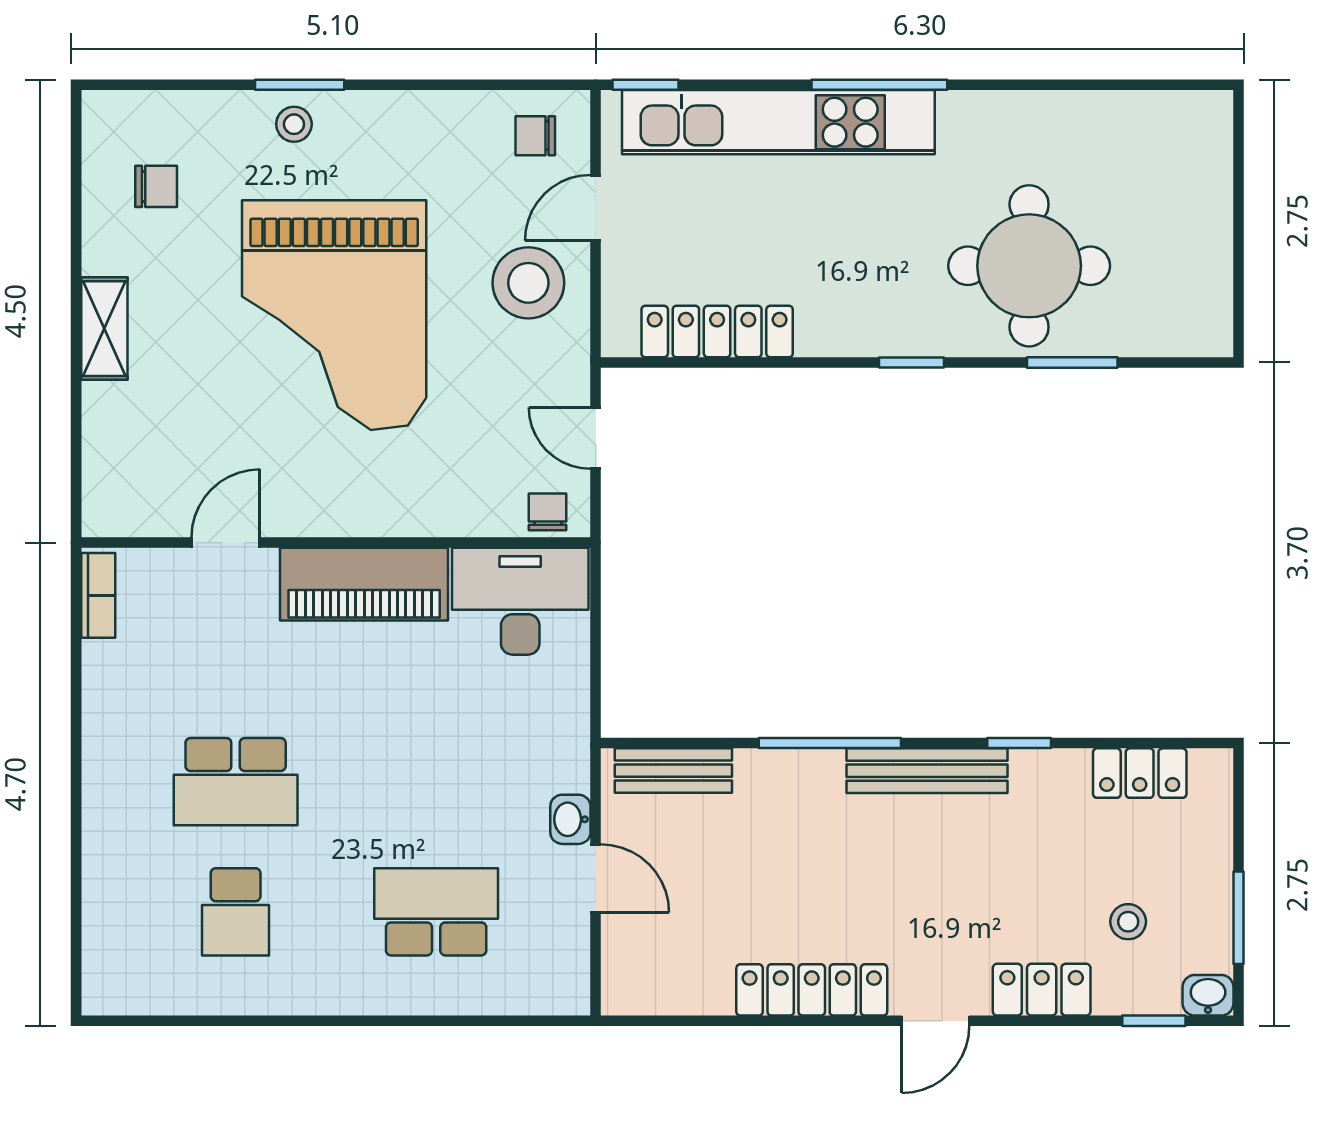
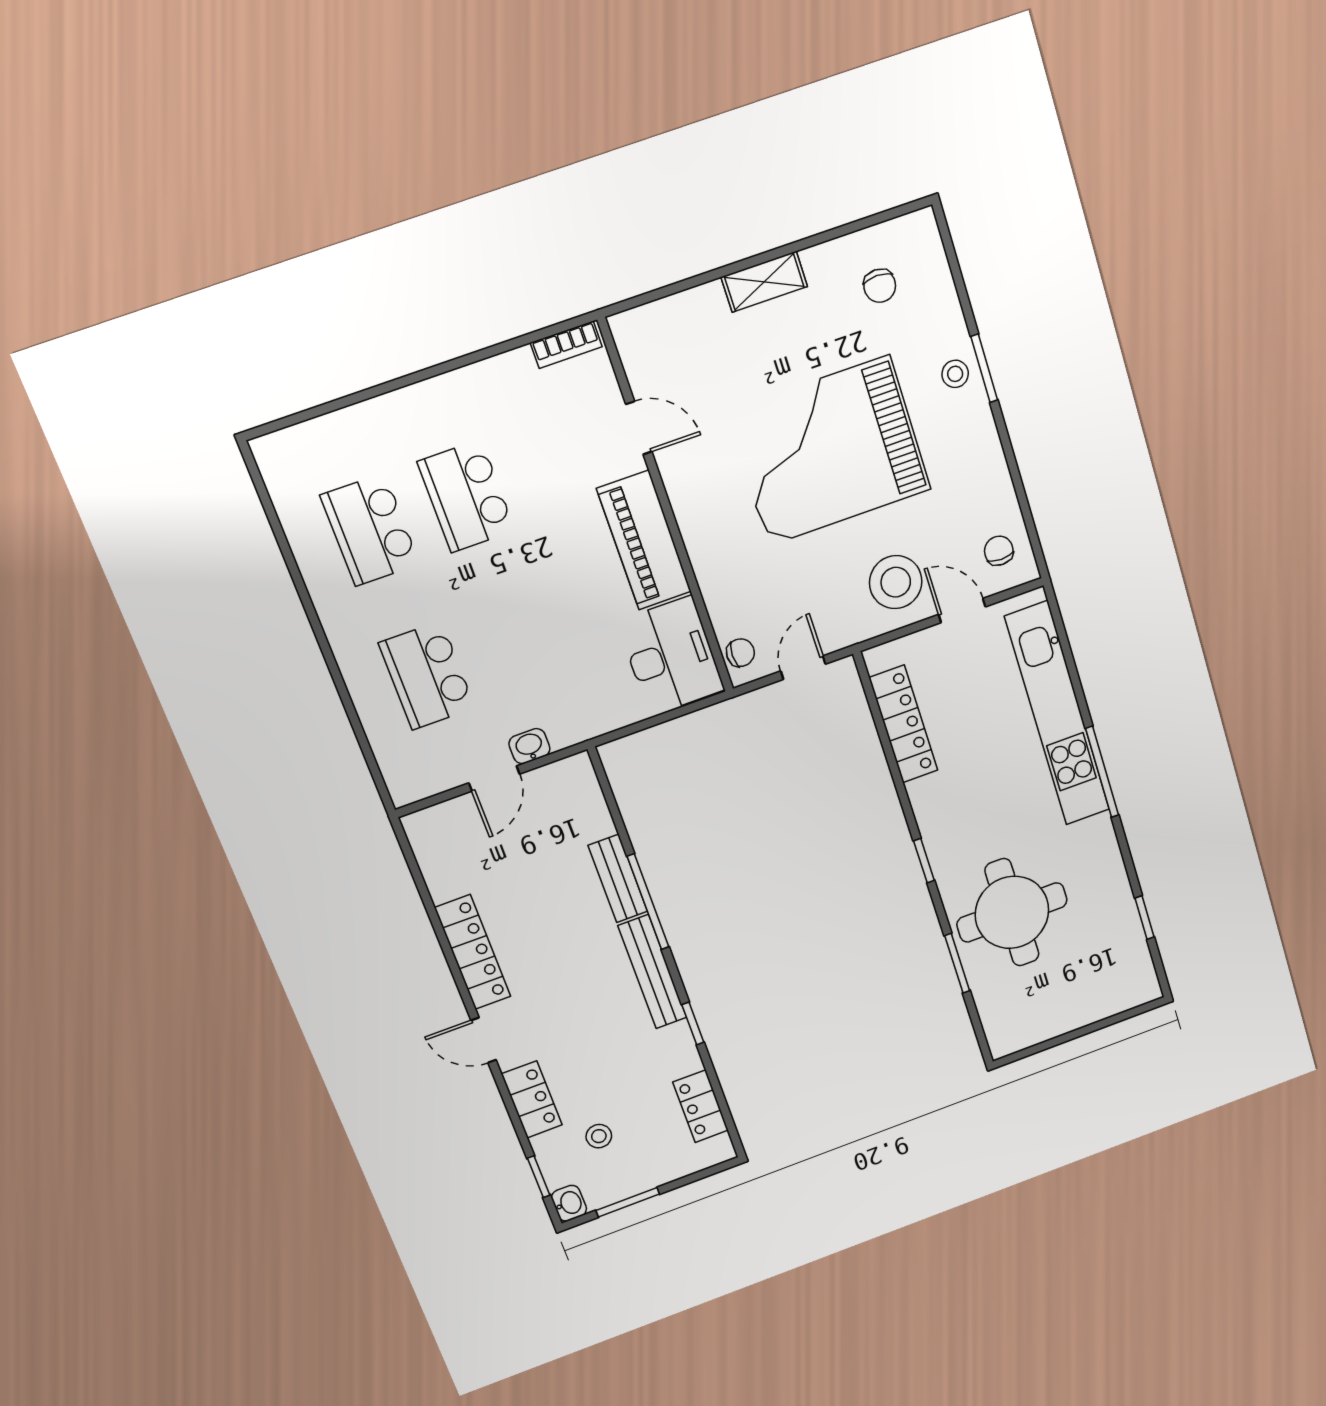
window: (645, 85) -> (1145, 918), moved
bench: (673, 771) -> (618, 878), moved
school desk: (236, 912) -> (370, 530), width x1.85
school desk: (436, 912) -> (427, 676), turned 180

